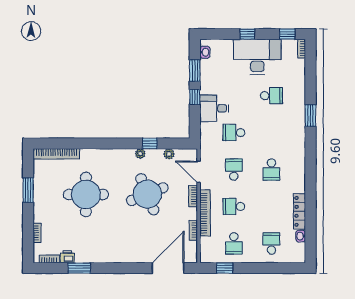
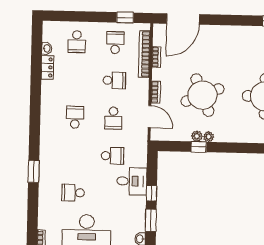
plant: (169, 154) -> (197, 136), moved
locker: (299, 211) -> (47, 67), width x0.66
bookcase: (205, 213) -> (144, 54), moved

